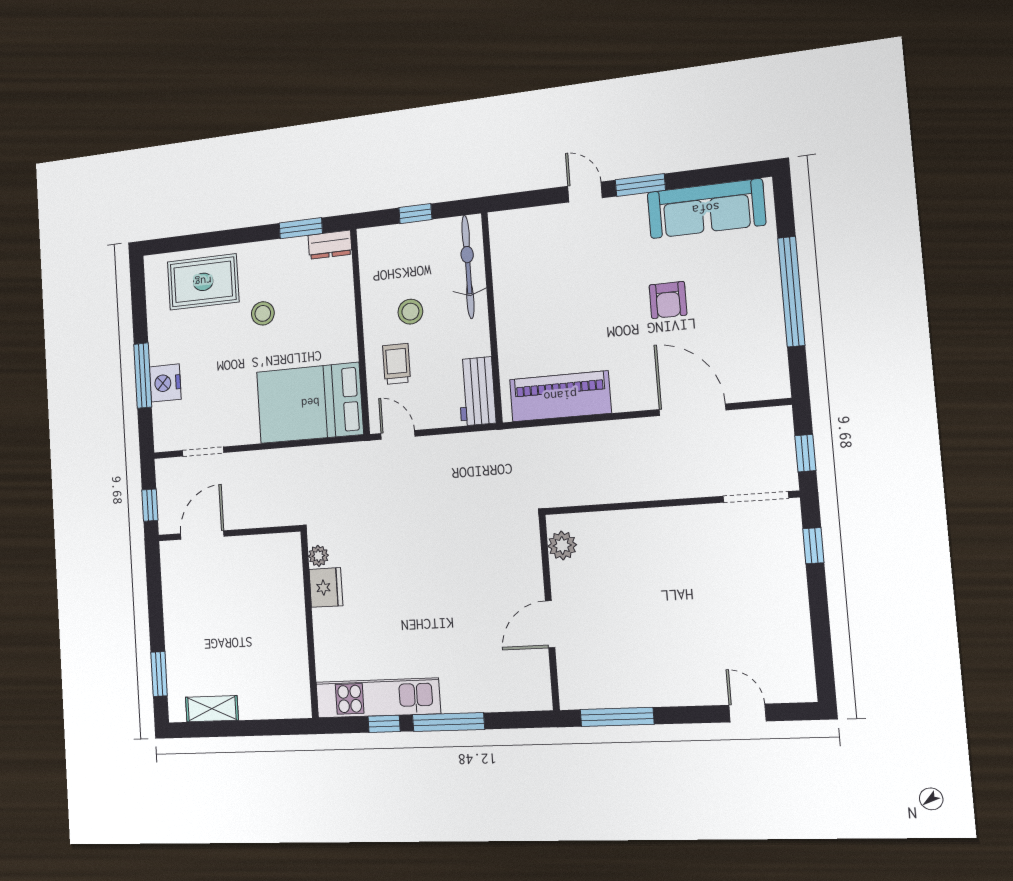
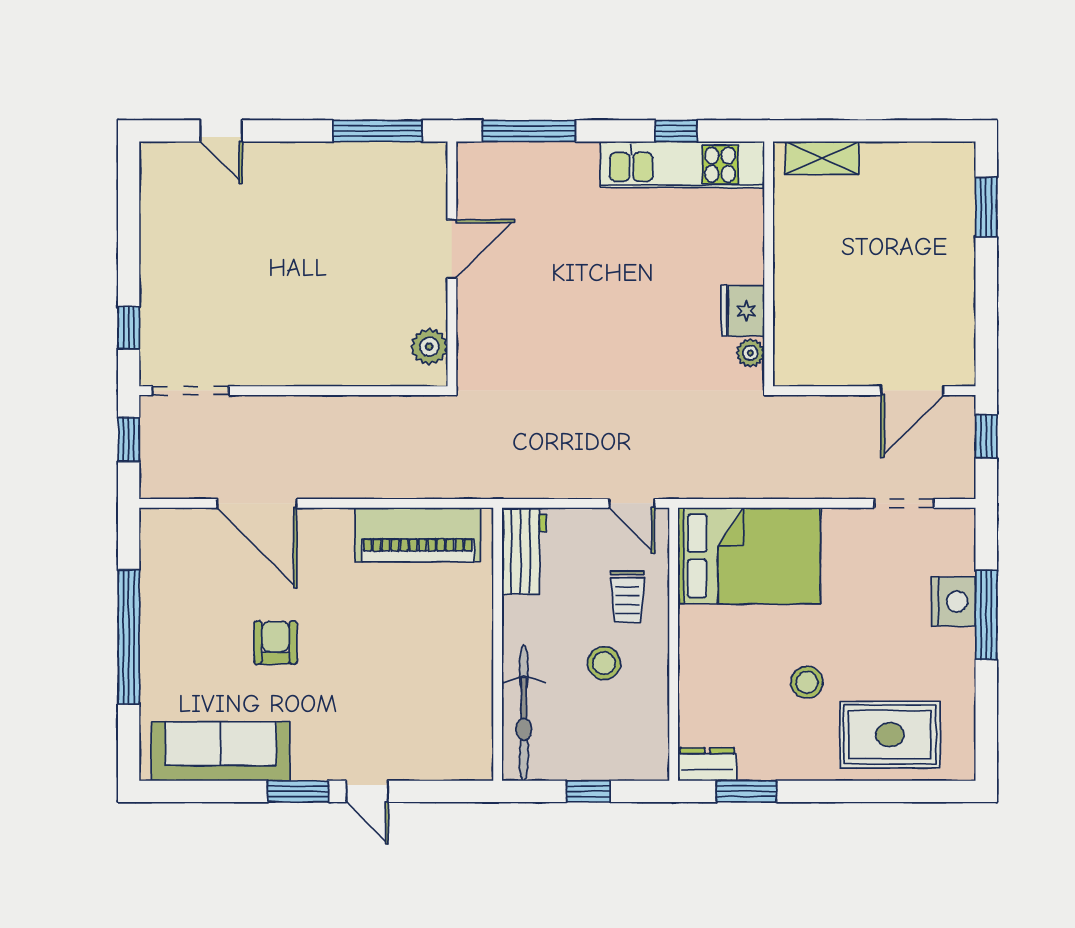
shelving: (212, 709) -> (822, 158), moved
window: (448, 722) -> (529, 131), moved

